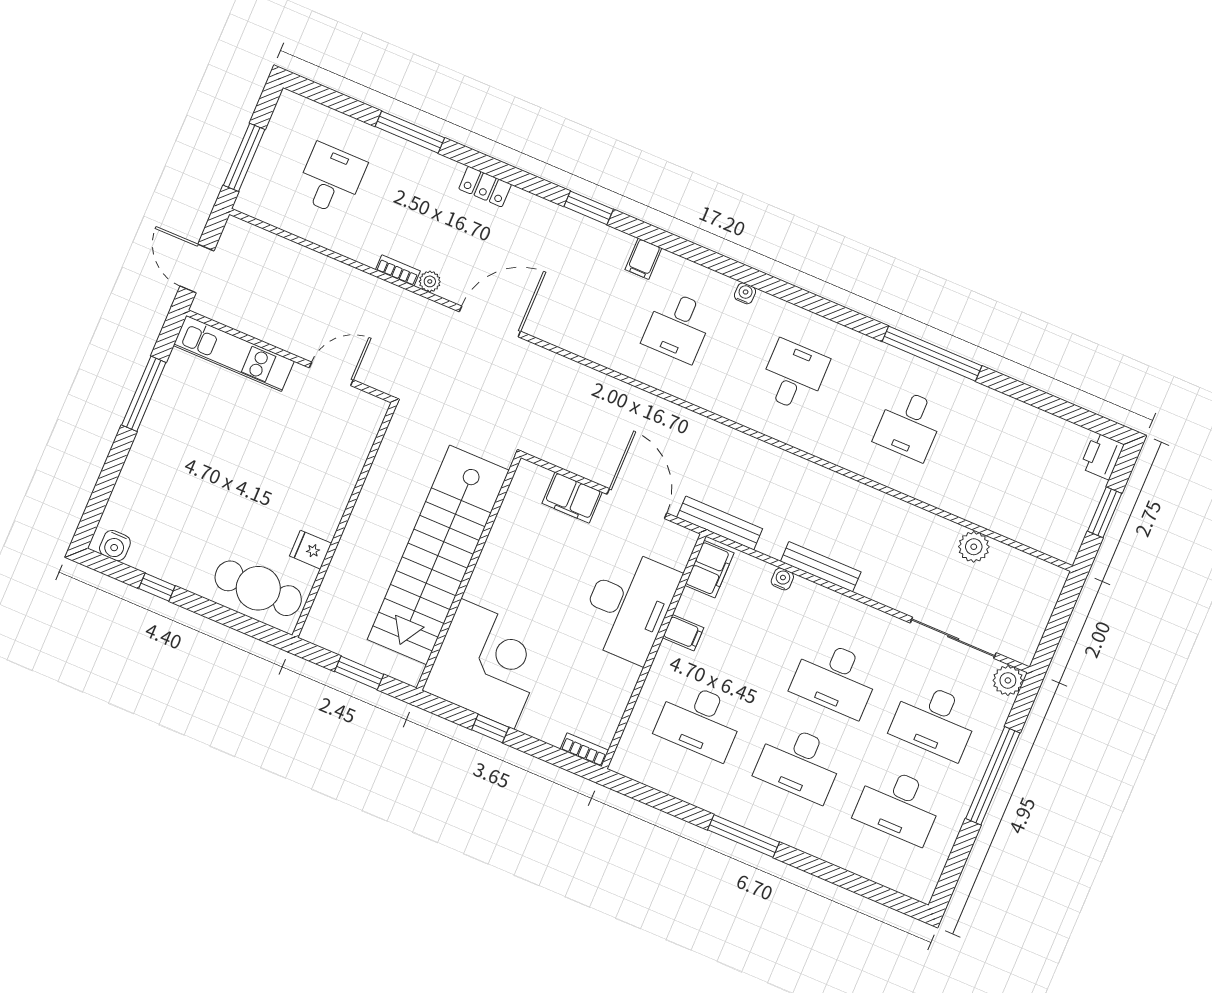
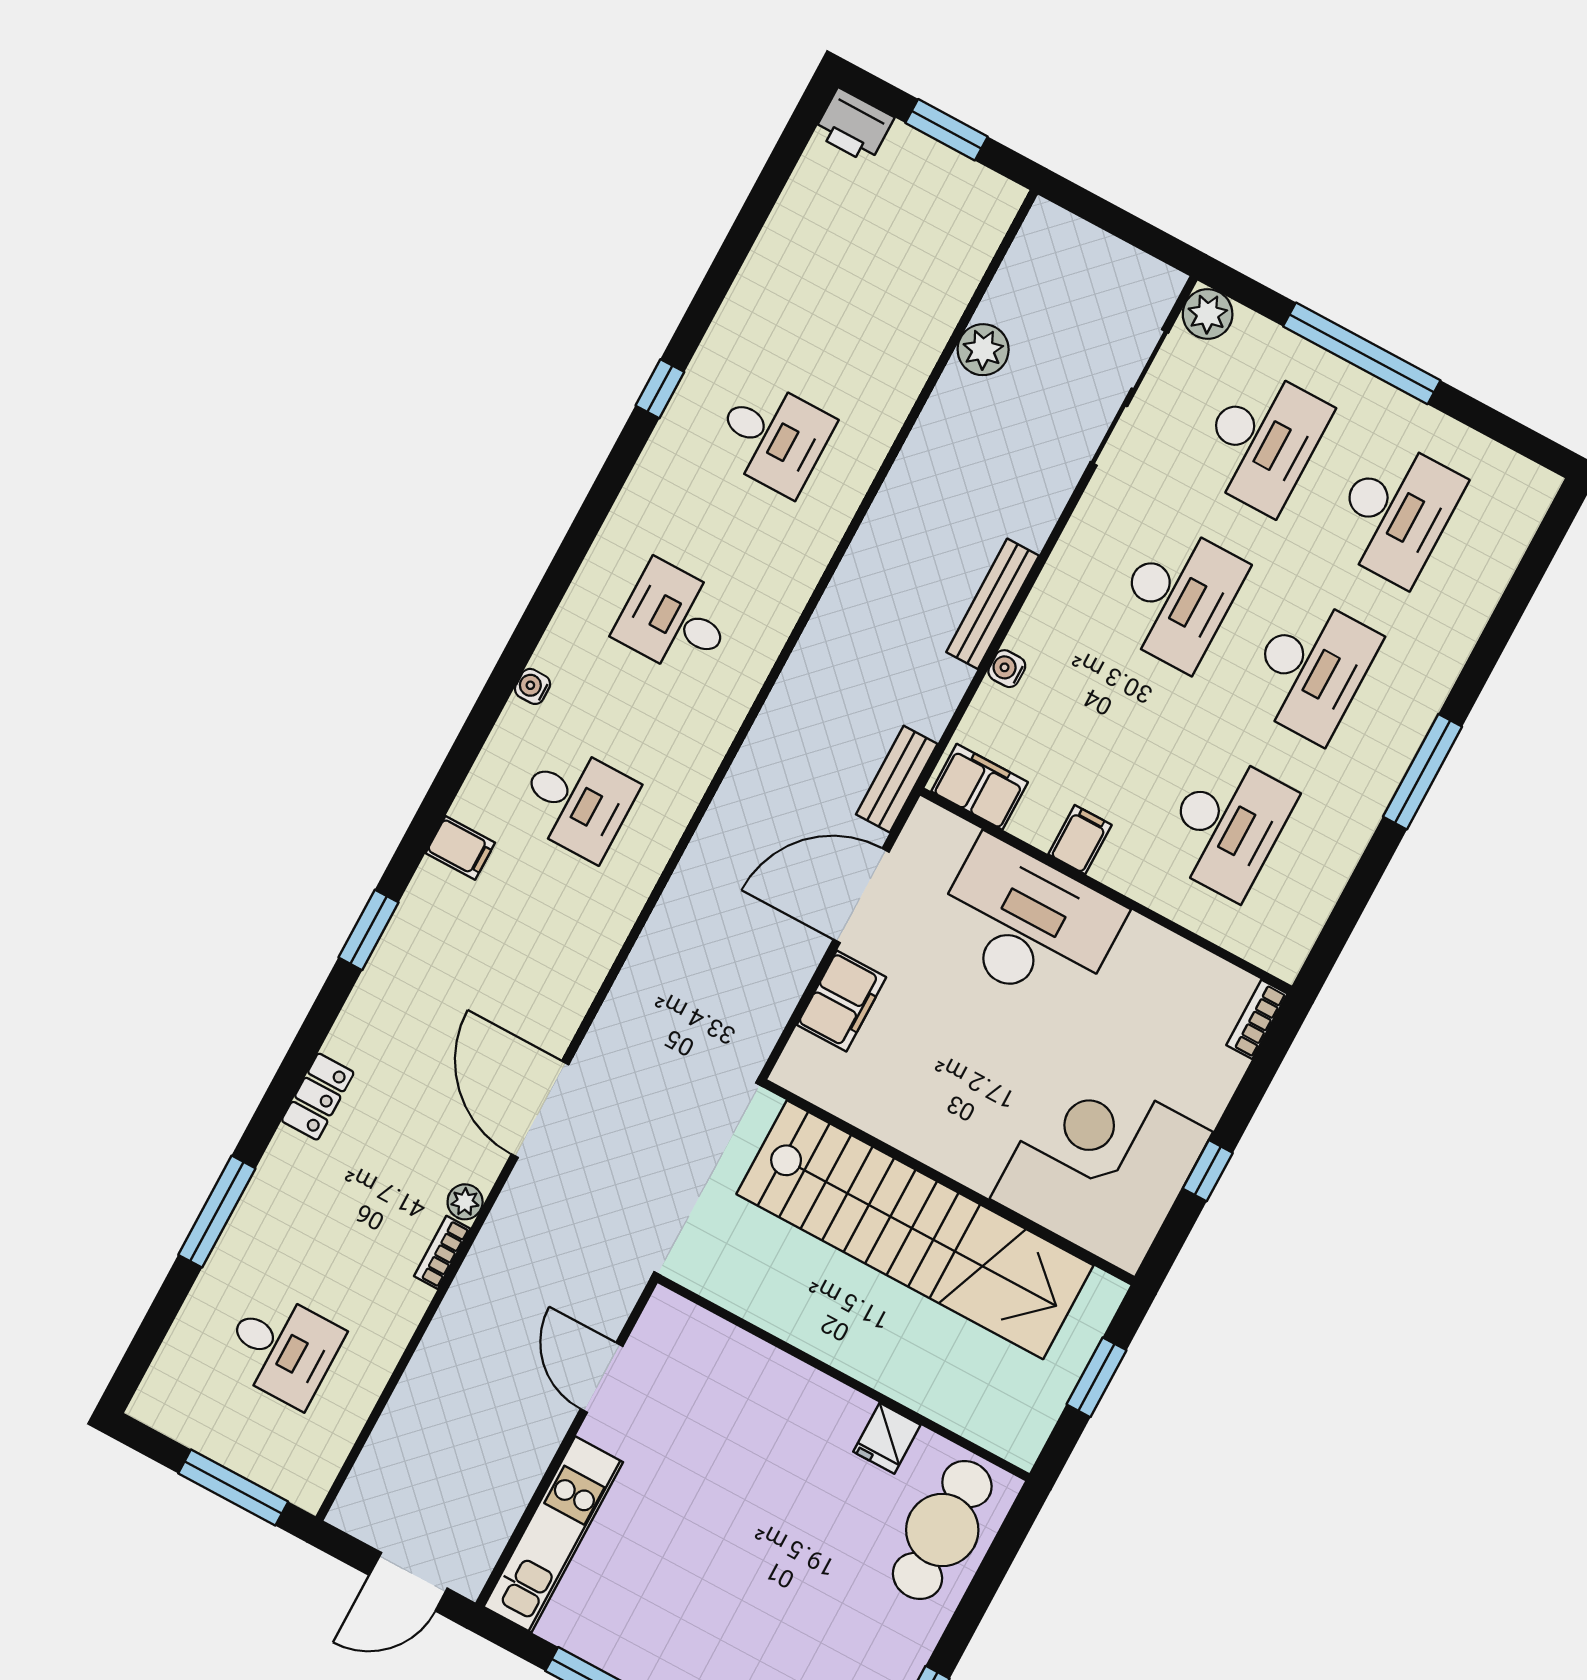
desk: (331, 179) -> (282, 1348), turned 180
window: (932, 354) -> (660, 389), width x0.32
bench: (720, 523) -> (897, 779), width x0.73

